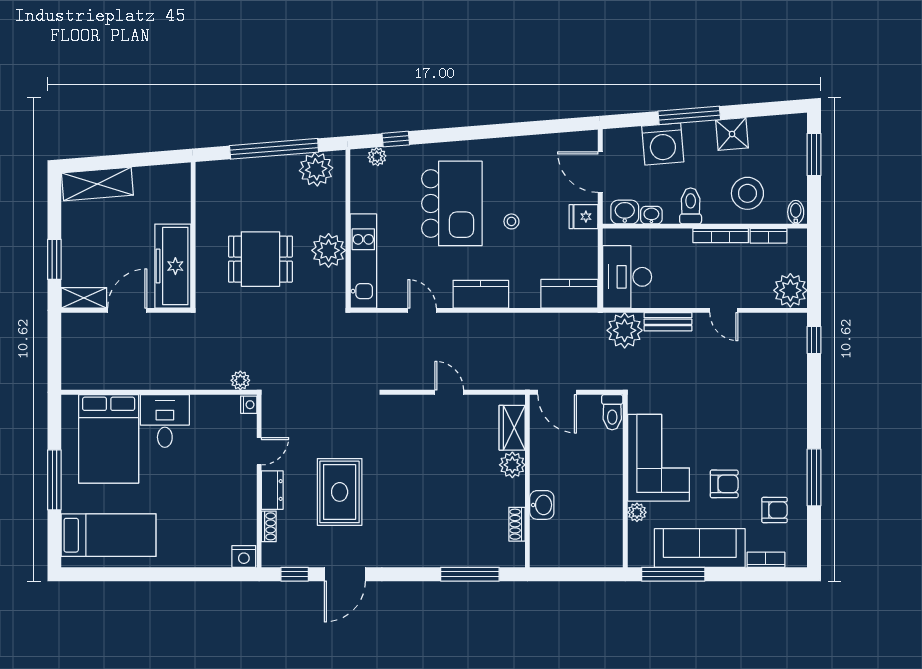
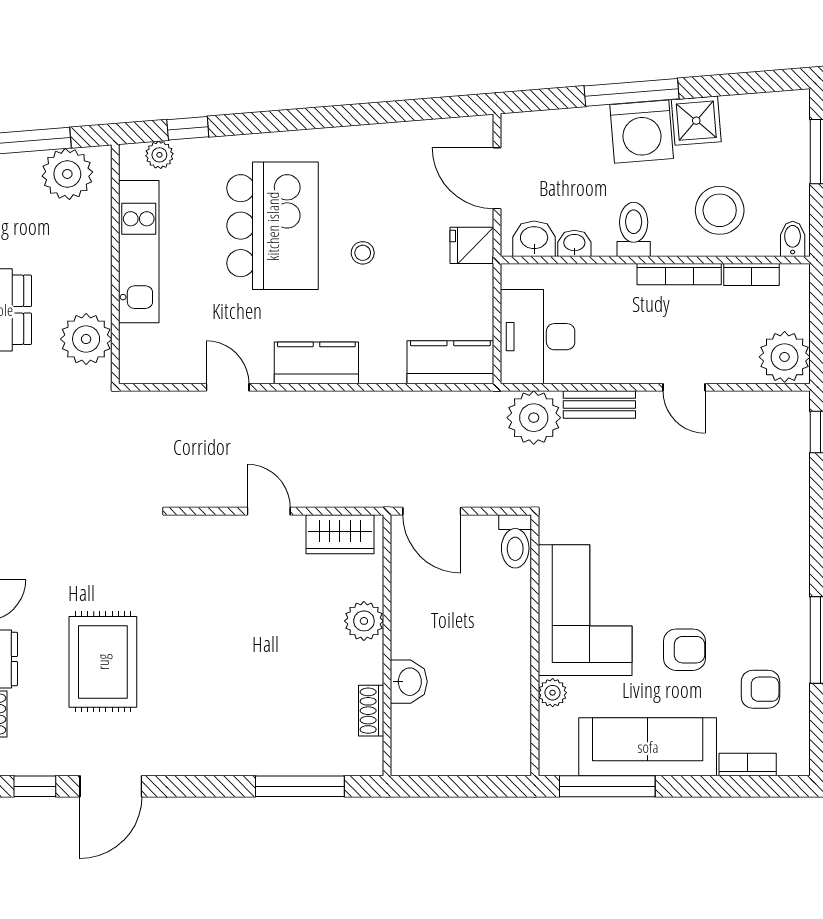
washing machine: (663, 144) -> (642, 132), moved
plant: (329, 250) -> (86, 339), moved
kitchen unit: (363, 261) -> (139, 252), moved
wardrobe: (512, 428) -> (340, 534), moved, turned -90

